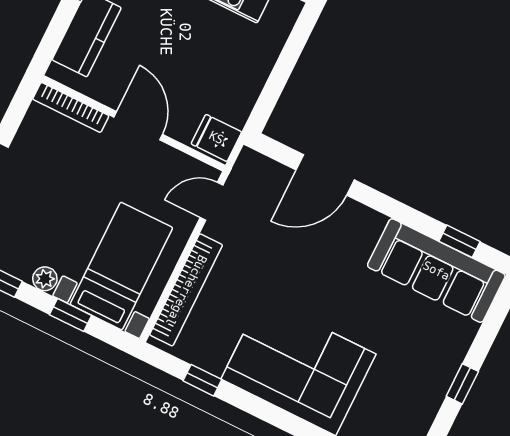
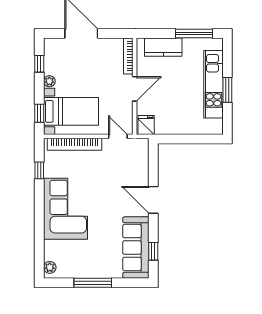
door: (325, 175) -> (153, 200), moved
window: (71, 315) -> (39, 113), moved
window: (462, 384) -> (93, 283), width x2.17

